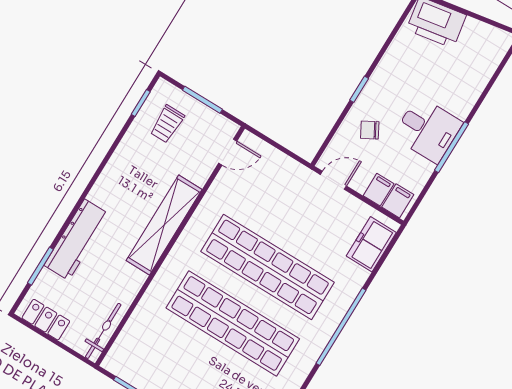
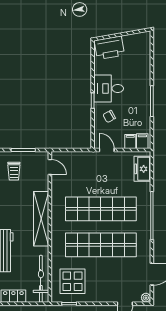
desk: (428, 130) -> (109, 88), moved, turned 180
door: (228, 152) -> (50, 167), hinge flipped
door: (333, 180) -> (107, 150), hinge flipped
bicycle: (103, 331) -> (41, 279), width x1.37, depth x1.40
display table: (153, 353) -> (72, 281), added

